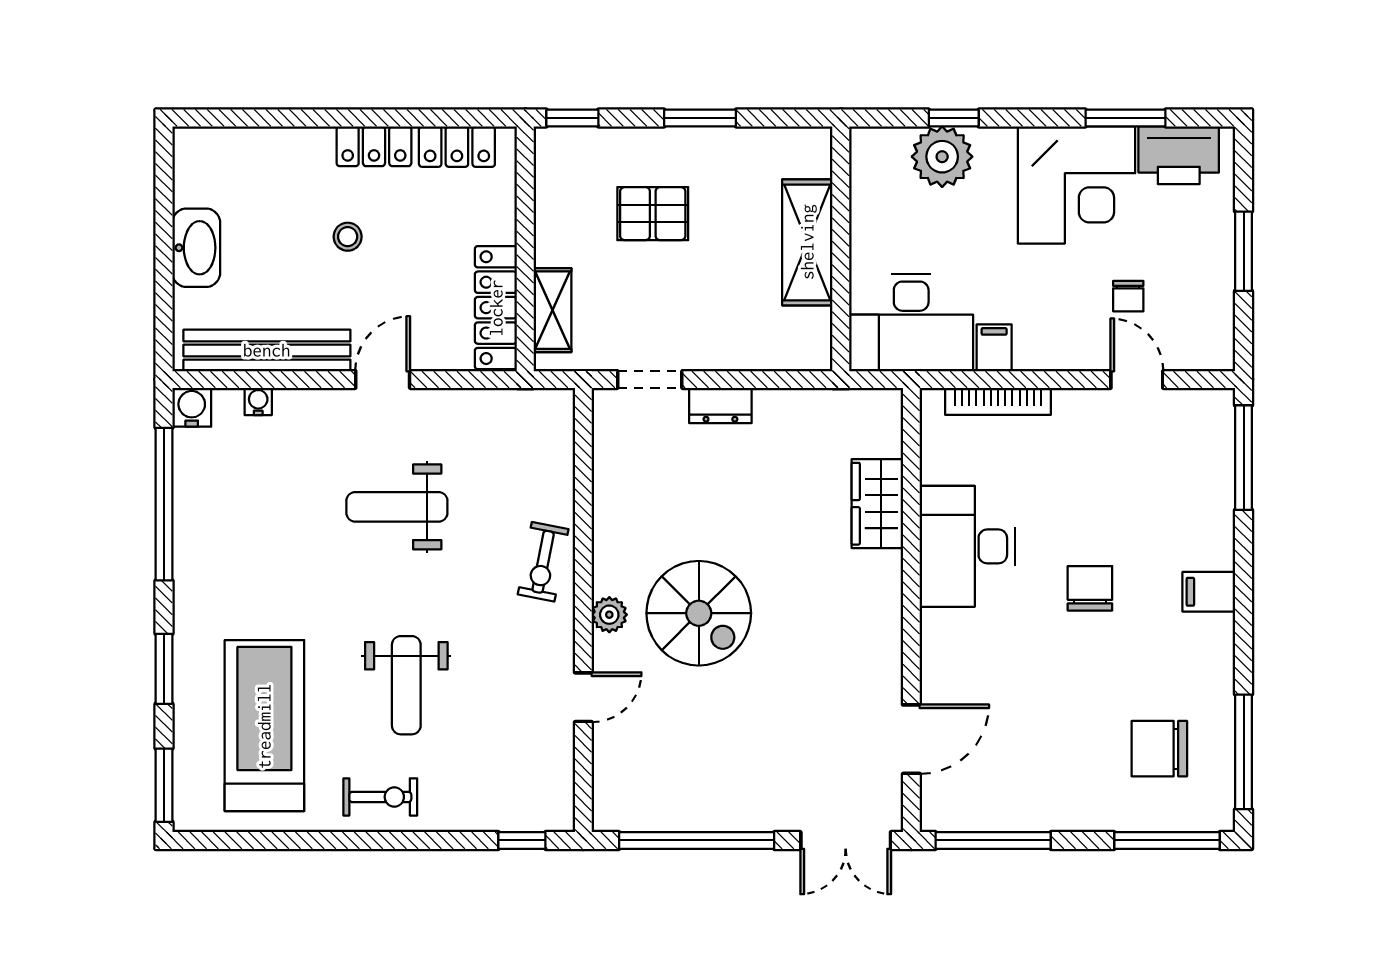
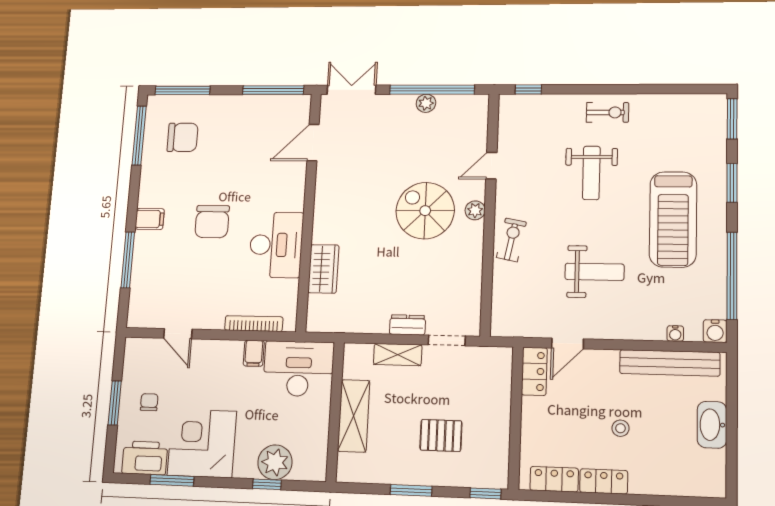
chair: (1128, 296) -> (149, 402), moved
locker: (496, 308) -> (534, 371), width x0.66
shelving: (552, 310) -> (398, 355), moved, turned 90
door: (383, 380) -> (568, 343), moved
window: (1244, 458) -> (128, 260), moved
chair: (1090, 588) -> (212, 222), width x1.37, depth x1.37
weight bench: (406, 685) -> (591, 173), turned 180
treadmill: (264, 726) -> (673, 219), moved
exercise bike: (380, 797) -> (607, 112), turned 180
plant: (707, 815) -> (426, 103), added

